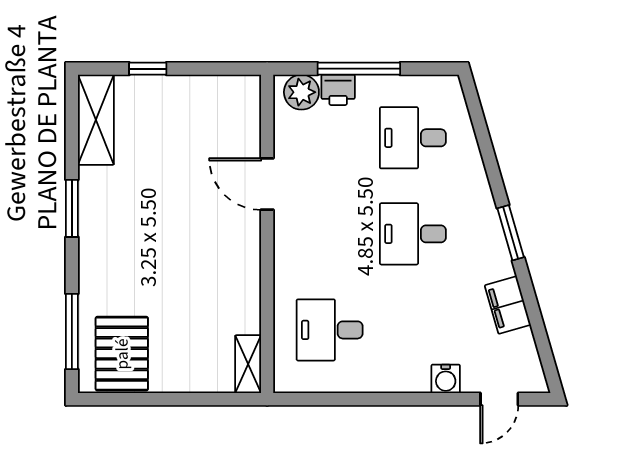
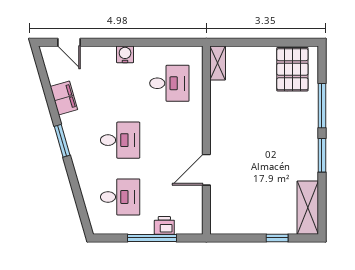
plant: (301, 92) -> (186, 224), removed
door: (267, 184) -> (206, 170), swing flipped
window: (72, 331) -> (322, 106), moved
water cooler: (446, 379) -> (125, 54), moved
door: (499, 399) -> (69, 42), swing flipped

